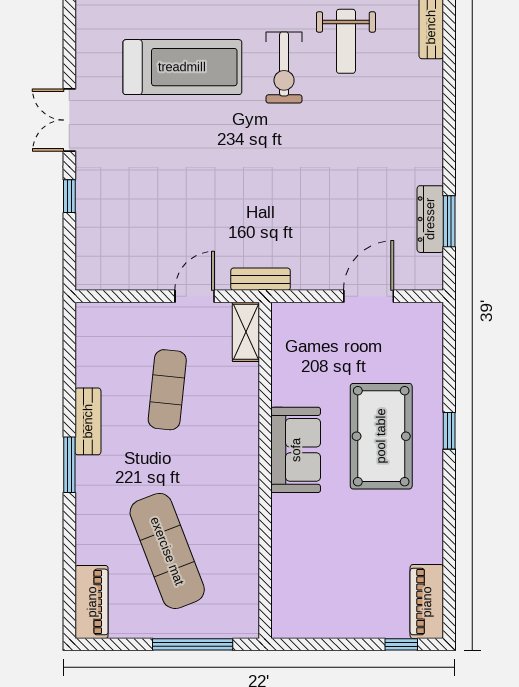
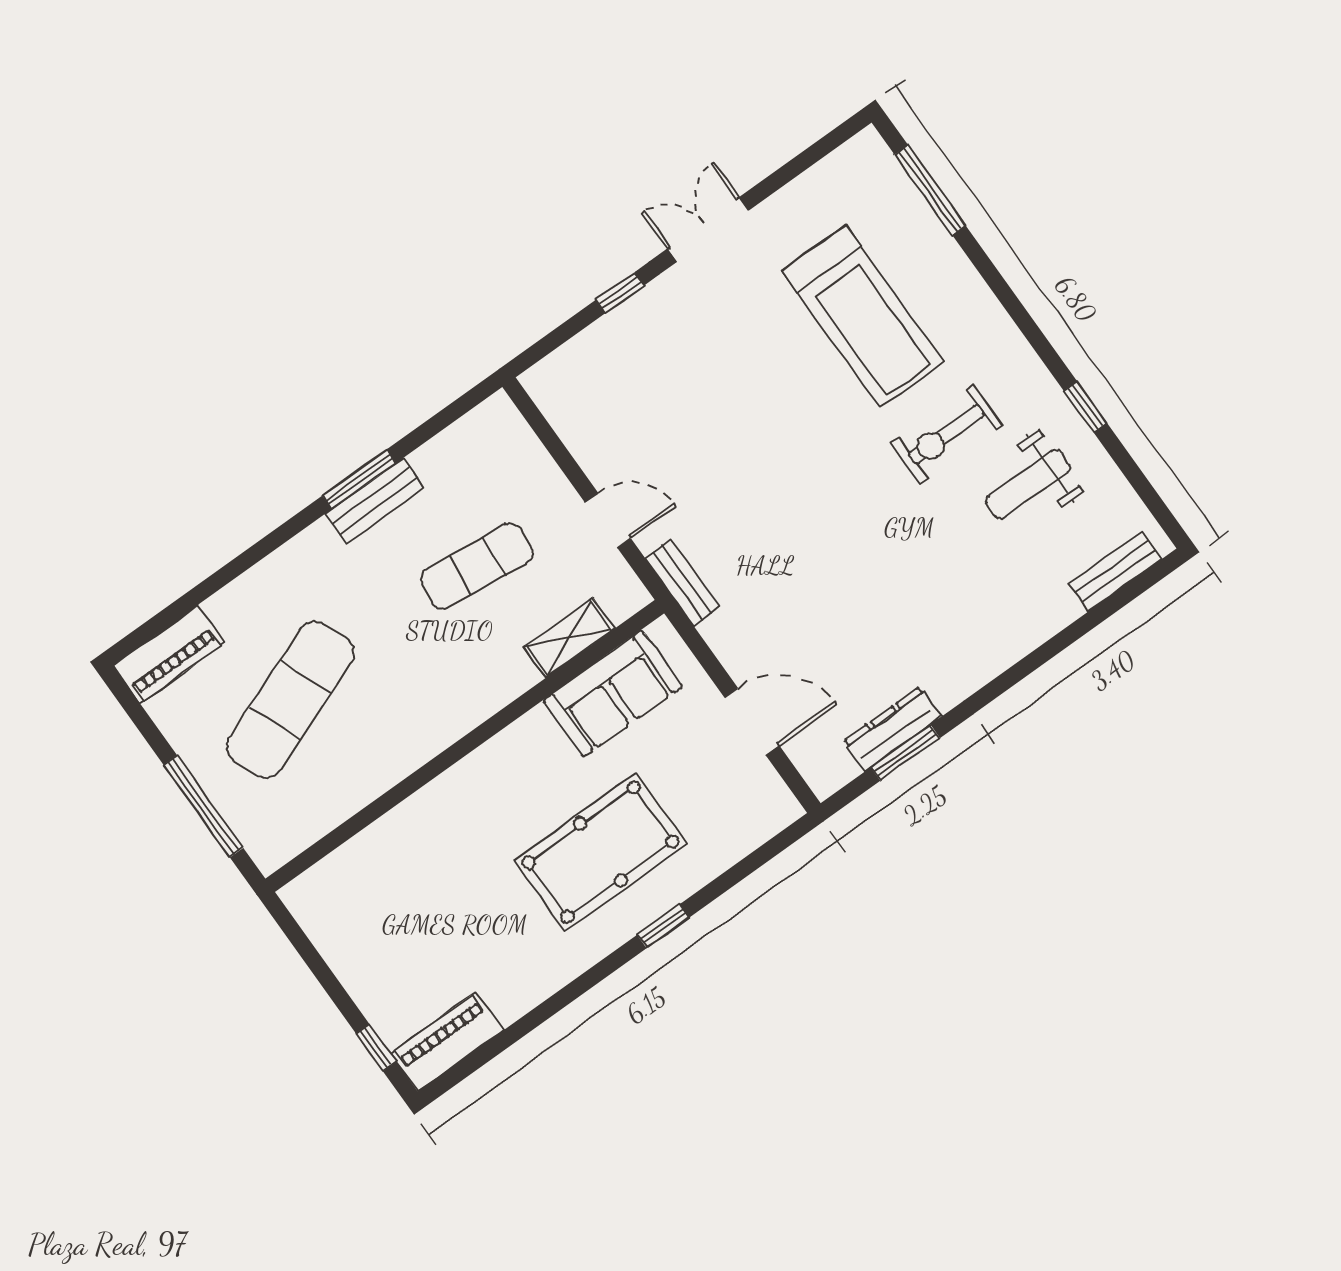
shelving: (246, 332) -> (569, 638), moved
sofa: (296, 450) -> (613, 693), moved
window: (69, 465) -> (359, 479), moved

